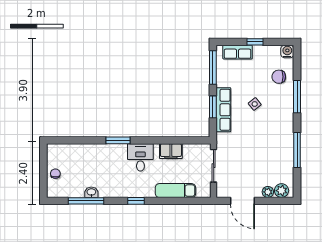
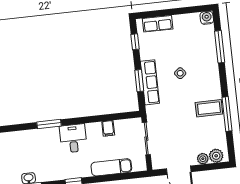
window: (255, 42) -> (174, 12), removed
window: (213, 68) -> (135, 42), width x0.46
chair: (279, 77) -> (201, 44), removed
window: (297, 97) -> (220, 47), moved
coffee table: (280, 142) -> (209, 108), added
filing cabinet: (171, 151) -> (108, 128), width x0.50

